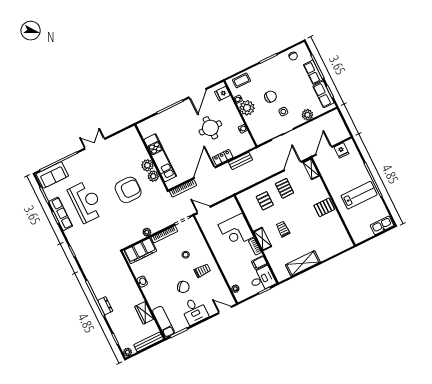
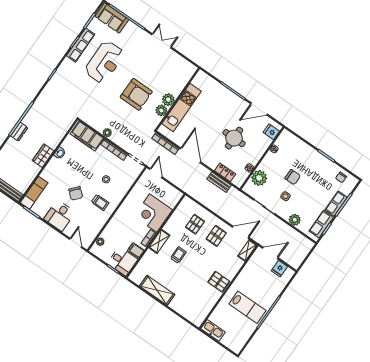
coffee table: (241, 80) -> (293, 143), removed
plant: (247, 108) -> (259, 178), moved
locker: (223, 157) -> (225, 172), moved
door: (205, 173) -> (190, 155), hinge flipped
kitchen sink: (382, 225) -> (213, 330), moved
wardrobe: (144, 313) -> (43, 156), moved

